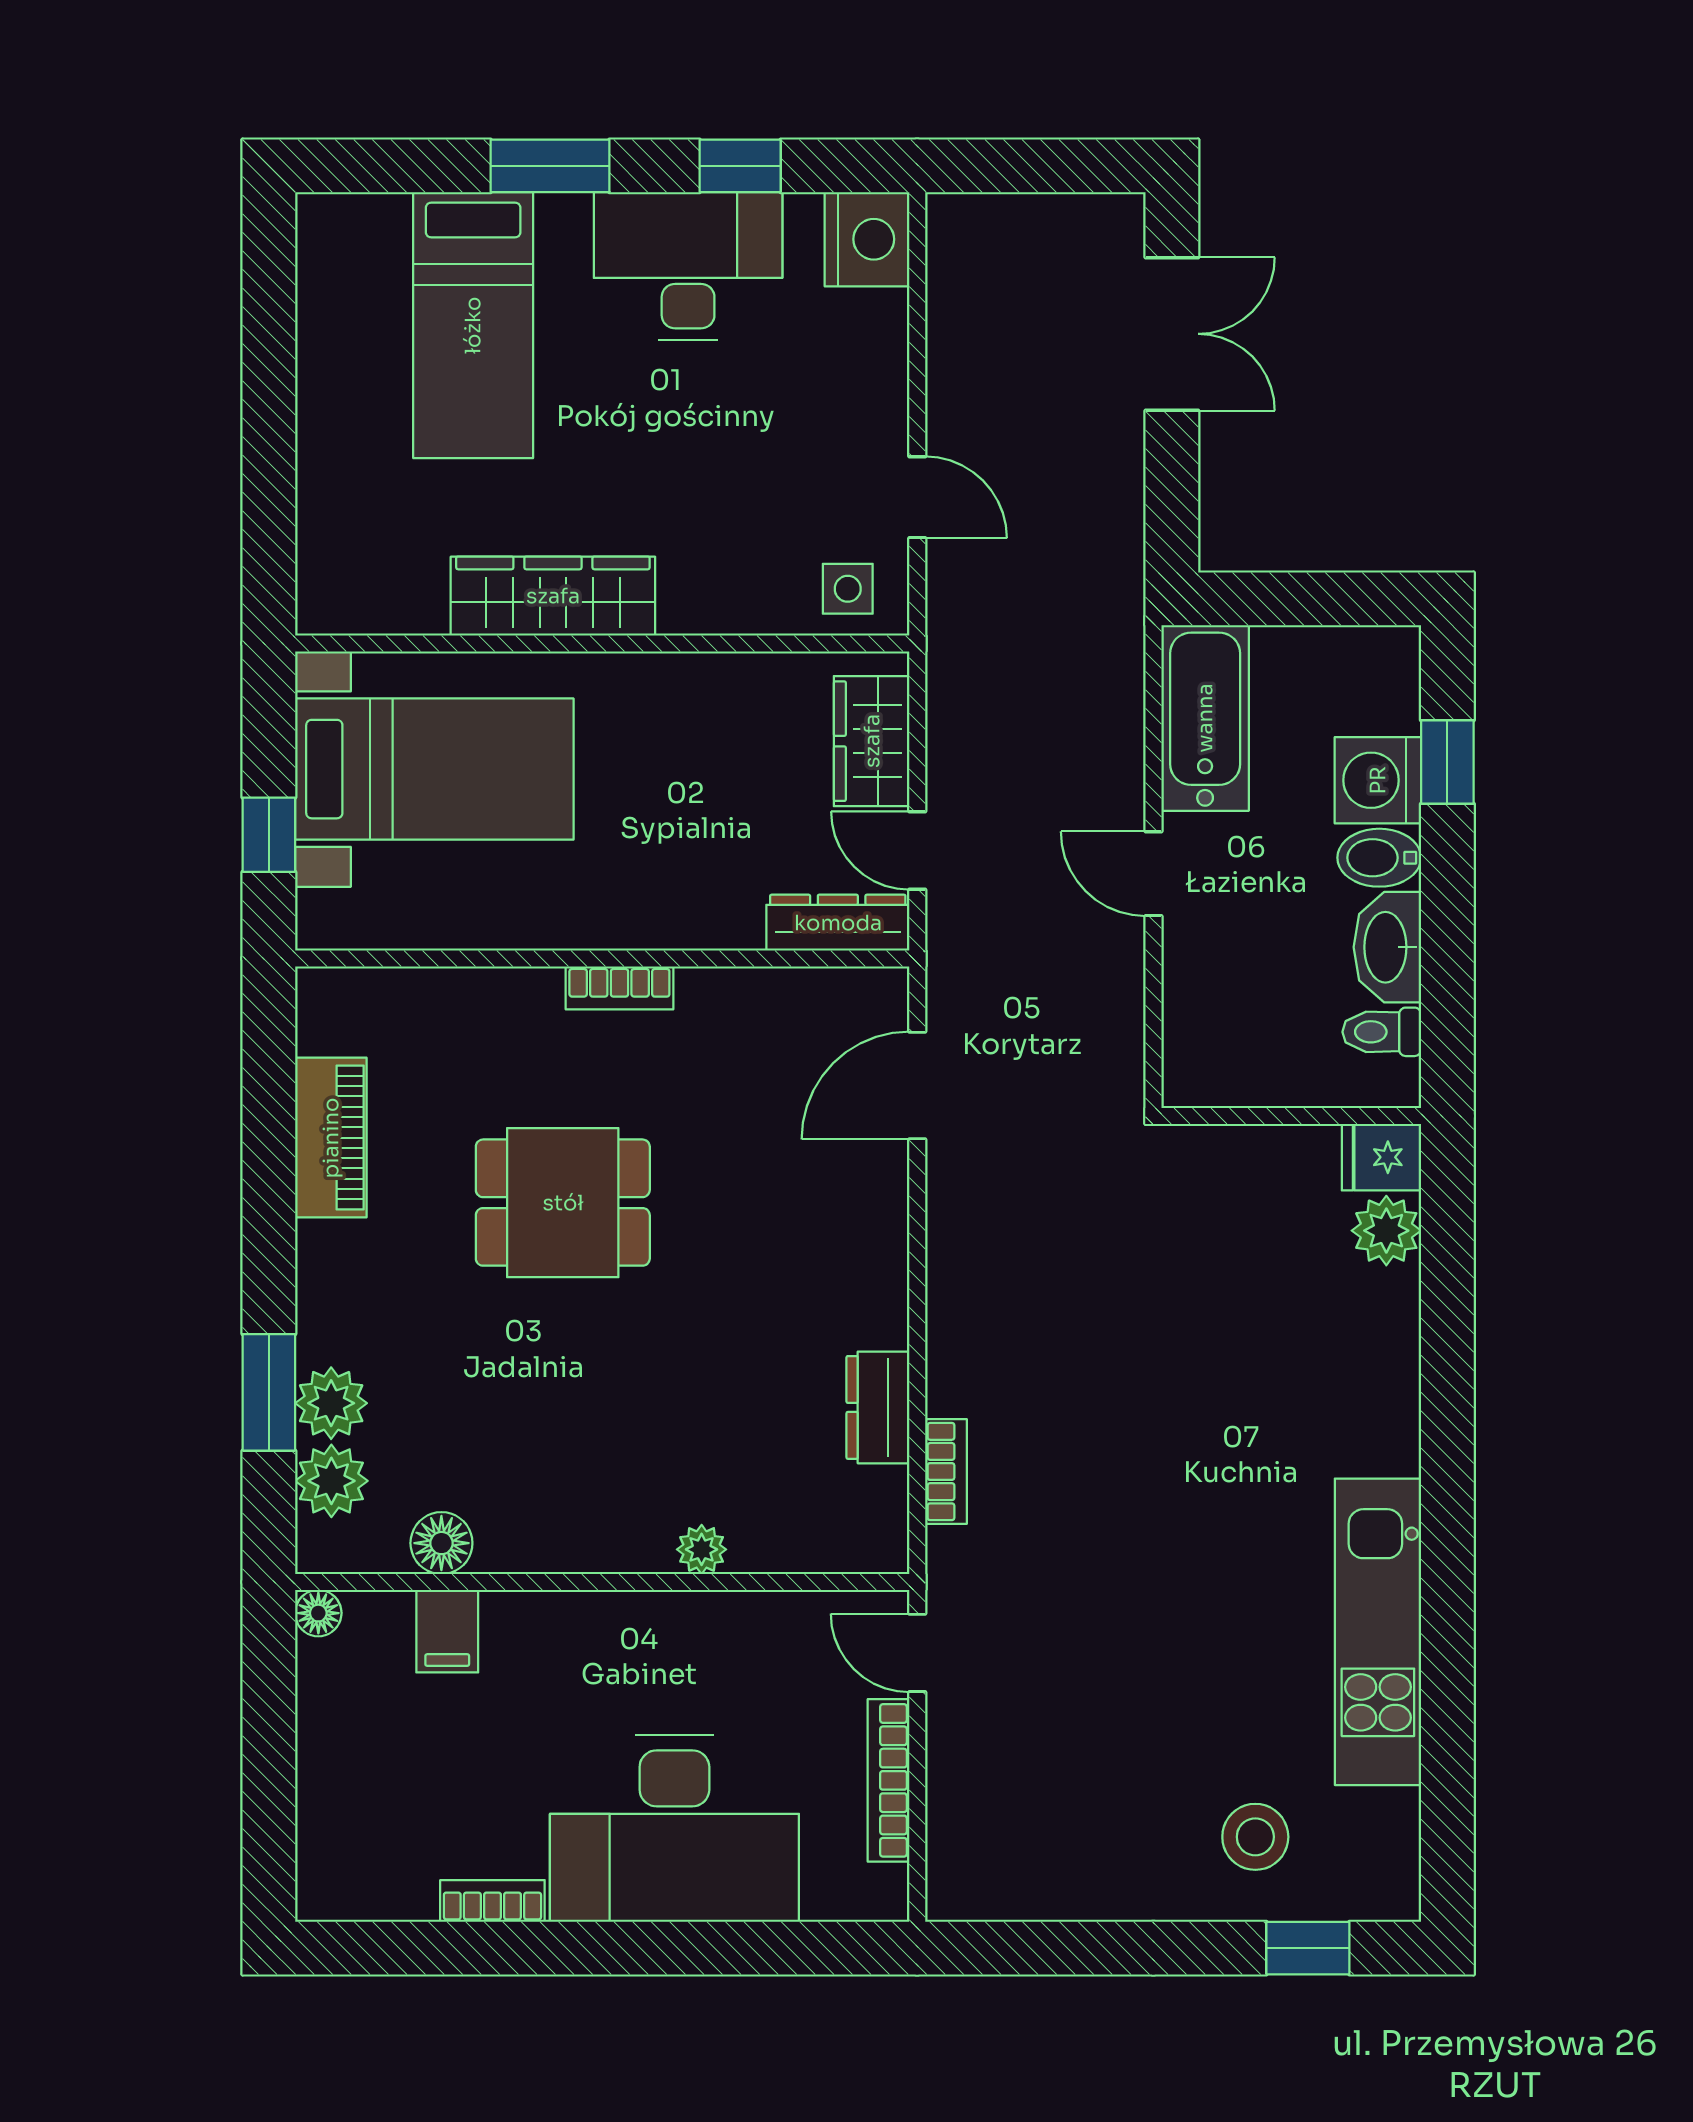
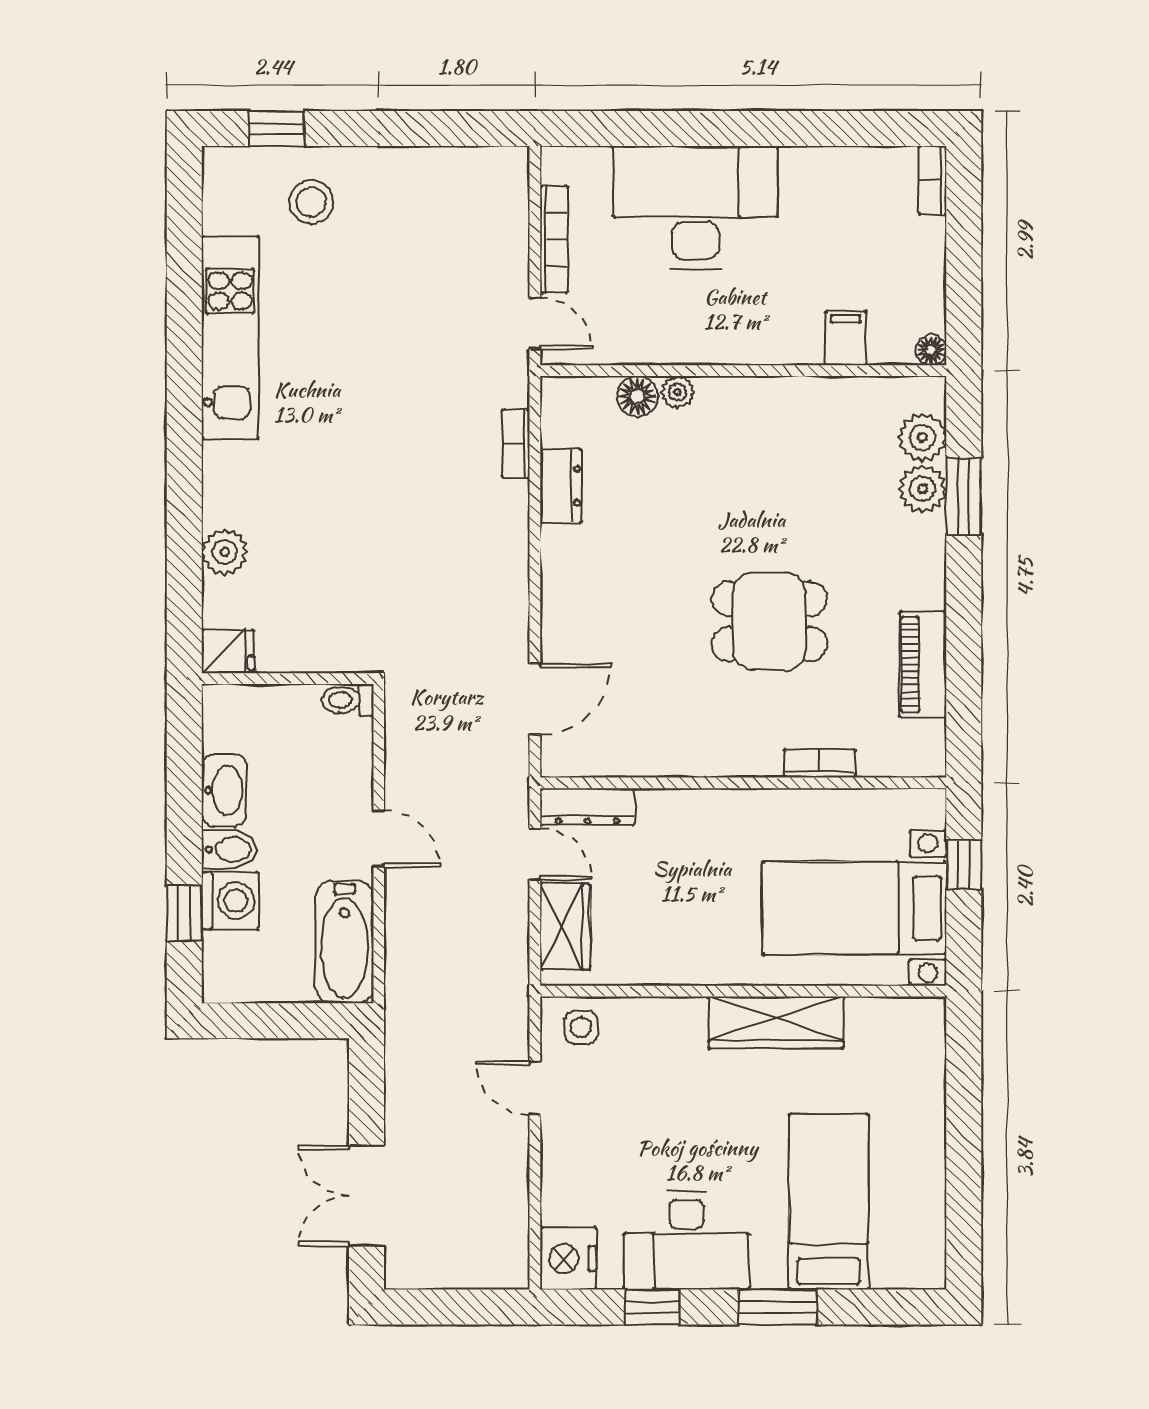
bookcase: (619, 988) -> (820, 763), moved
toilet: (1382, 1032) -> (347, 700), moved, turned 180
plant: (1386, 1231) -> (225, 552), moved
floor lamp: (441, 1543) -> (637, 396), moved
bookcase: (492, 1901) -> (933, 180), moved, turned 90

